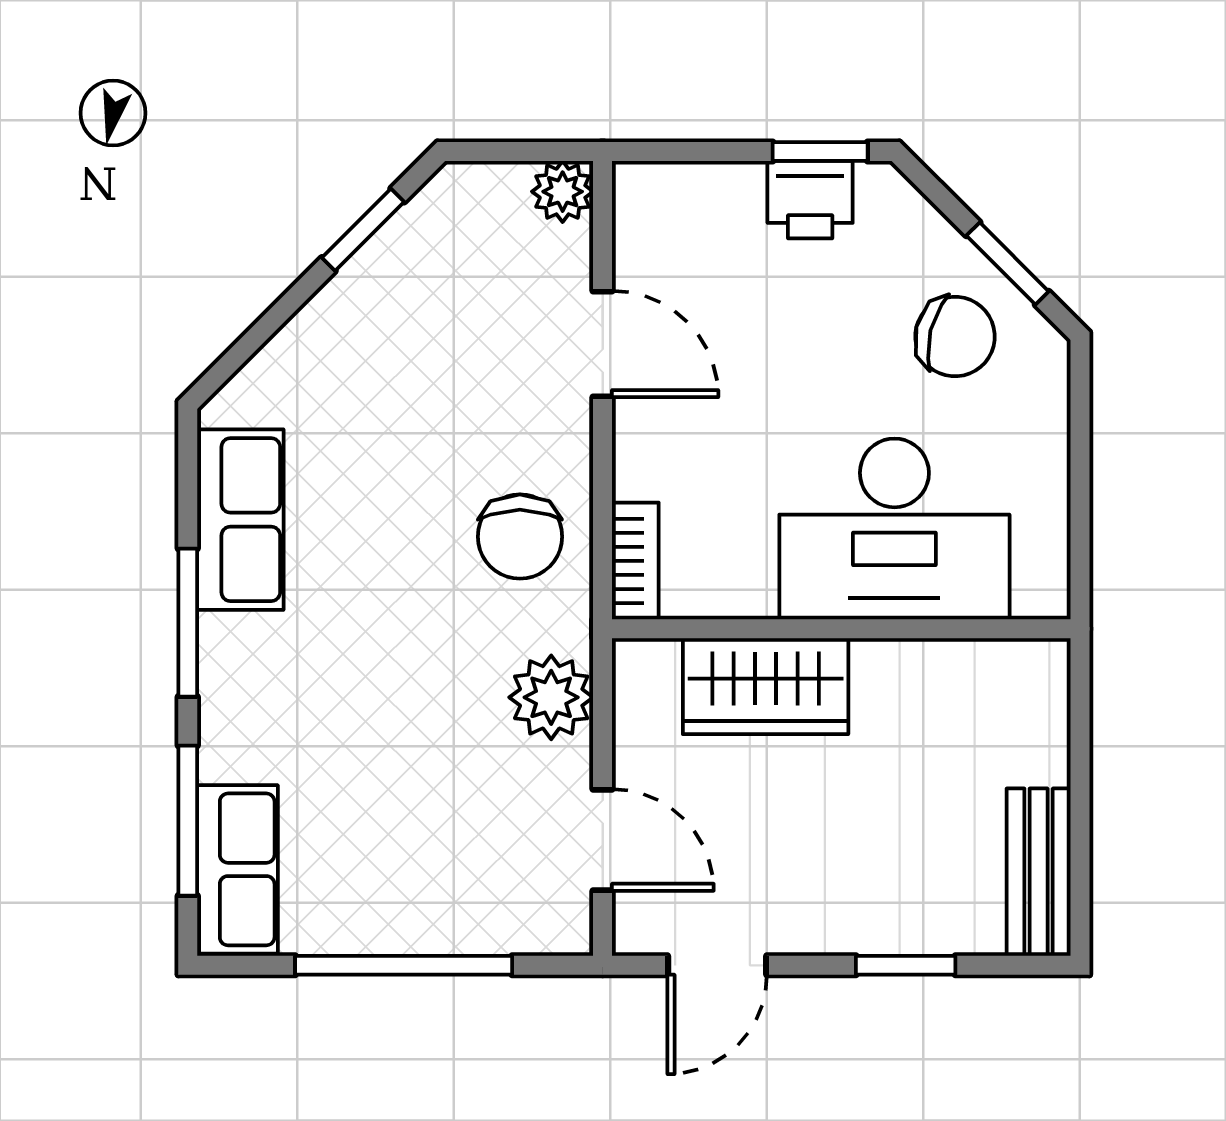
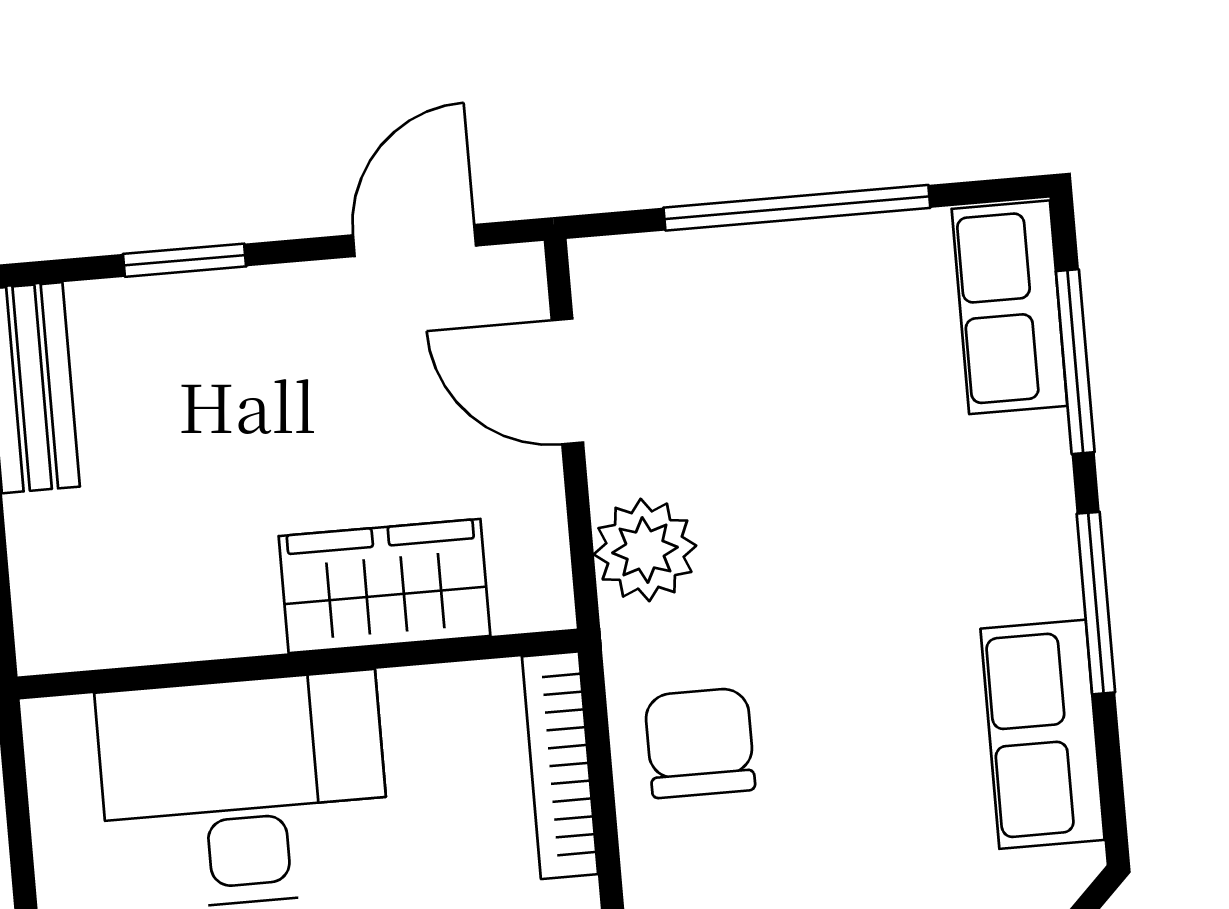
bookcase: (635, 561) -> (560, 765), width x1.56

